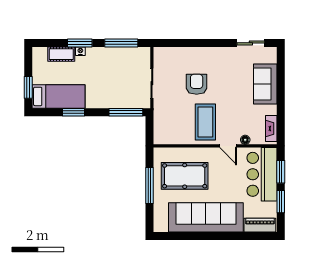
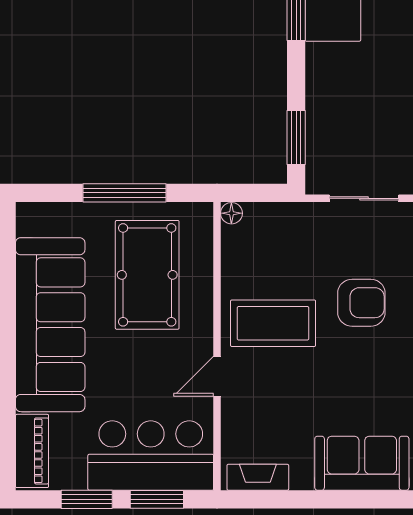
window: (126, 112) -> (296, 138), width x0.69
floor lamp: (245, 140) -> (231, 213), moved

